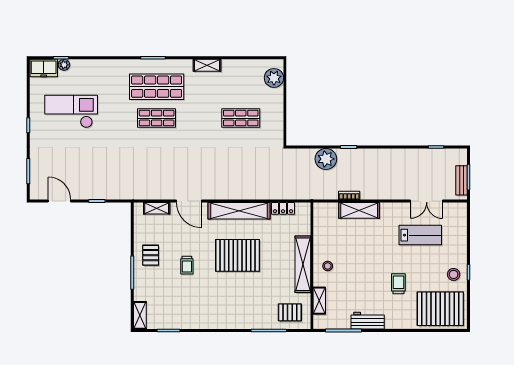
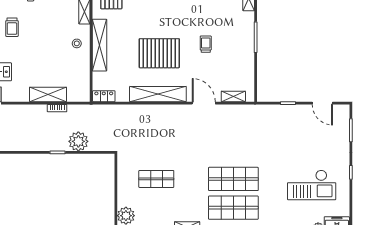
shop shelf: (157, 118) -> (233, 179), width x1.43, depth x1.36
locker: (283, 208) -> (104, 96), moved
pallet: (151, 255) -> (239, 53), removed

